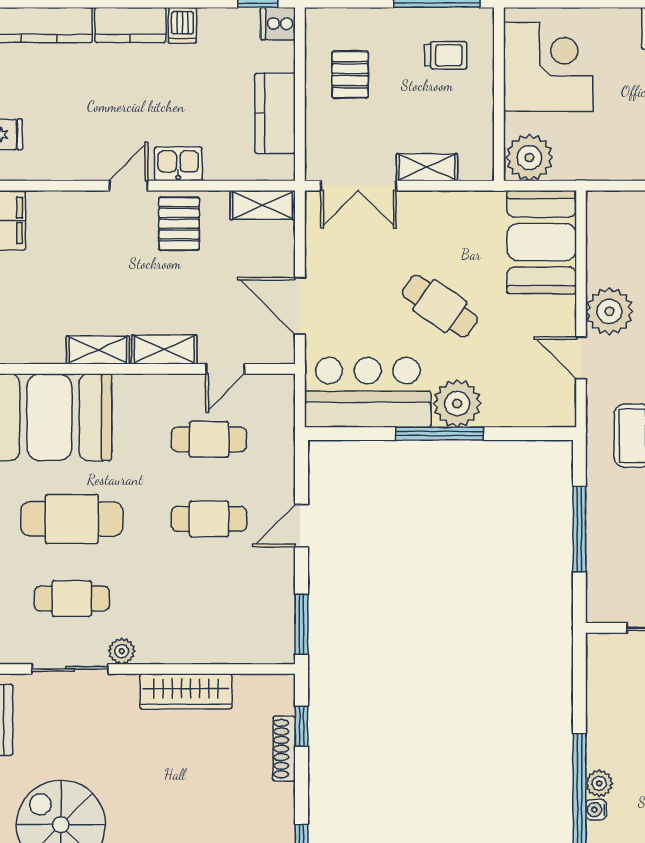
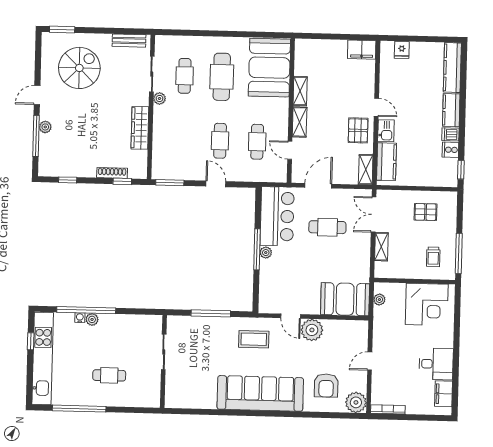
cooker: (278, 24) -> (450, 150), moved, turned -90
kitchen counter: (275, 113) -> (387, 162), moved, turned 90
plant: (529, 158) -> (379, 300), width x0.53, depth x0.53
pallet: (179, 224) -> (358, 130), turned 90
cafe table: (440, 306) -> (327, 227), moved, turned 55
door: (581, 358) -> (291, 316), swing flipped
plant: (457, 404) -> (266, 253), width x0.53, depth x0.53

